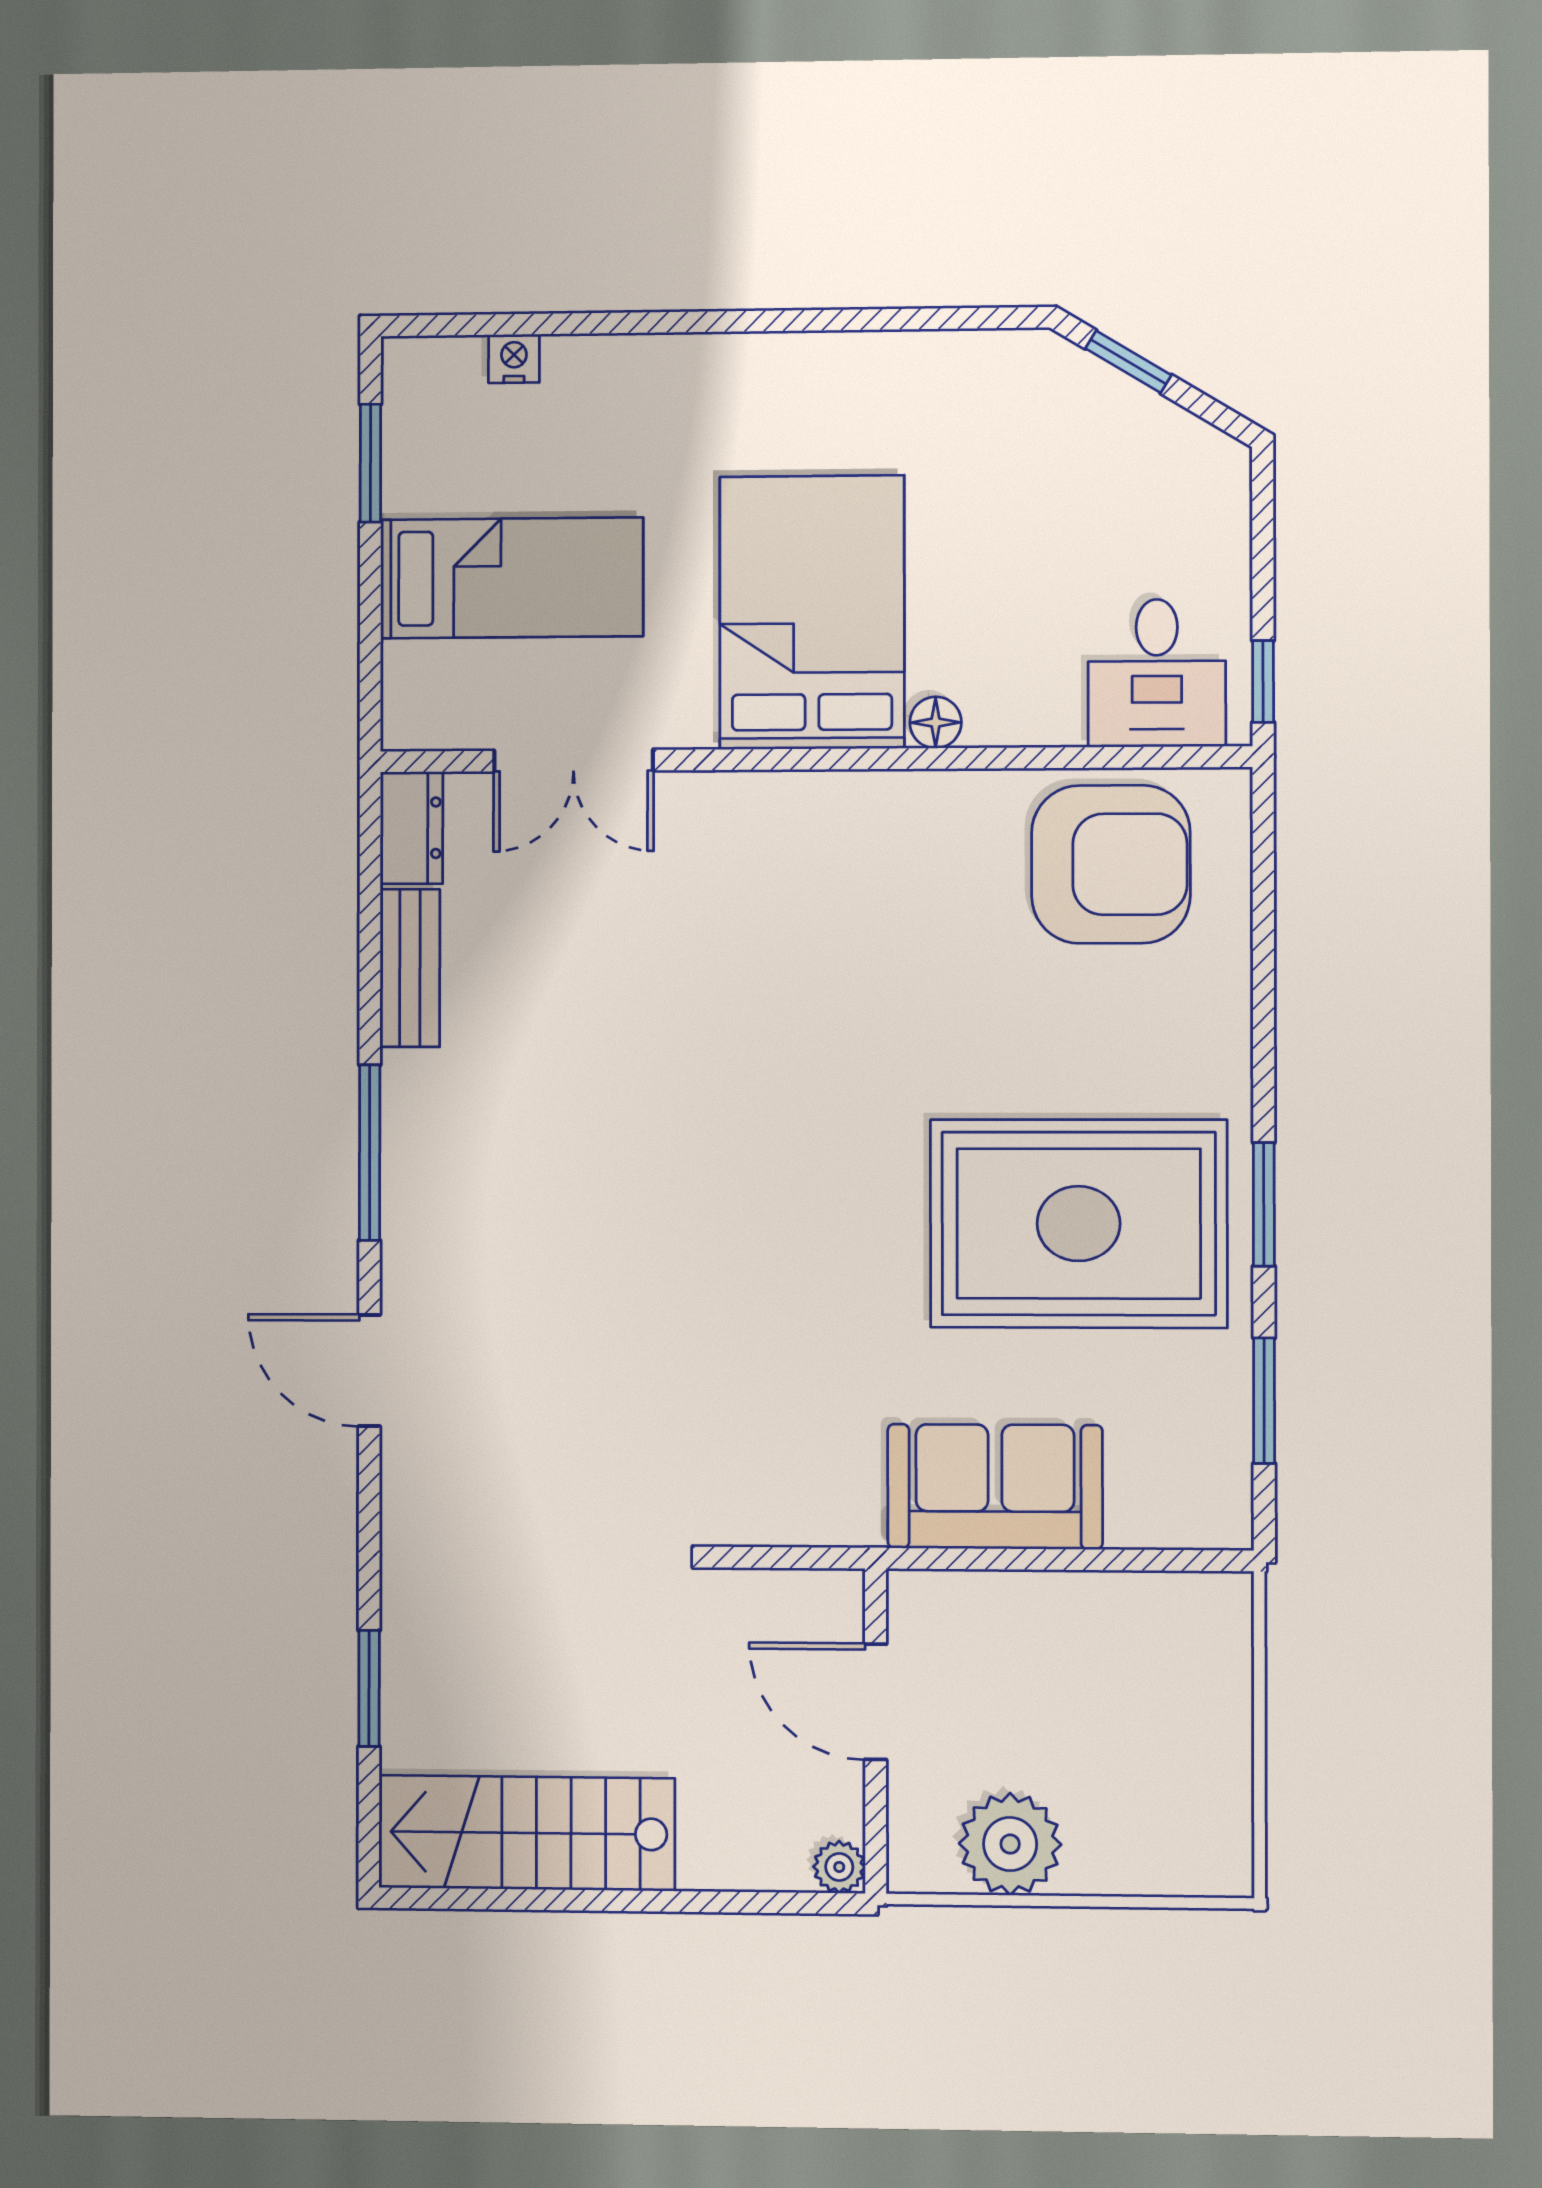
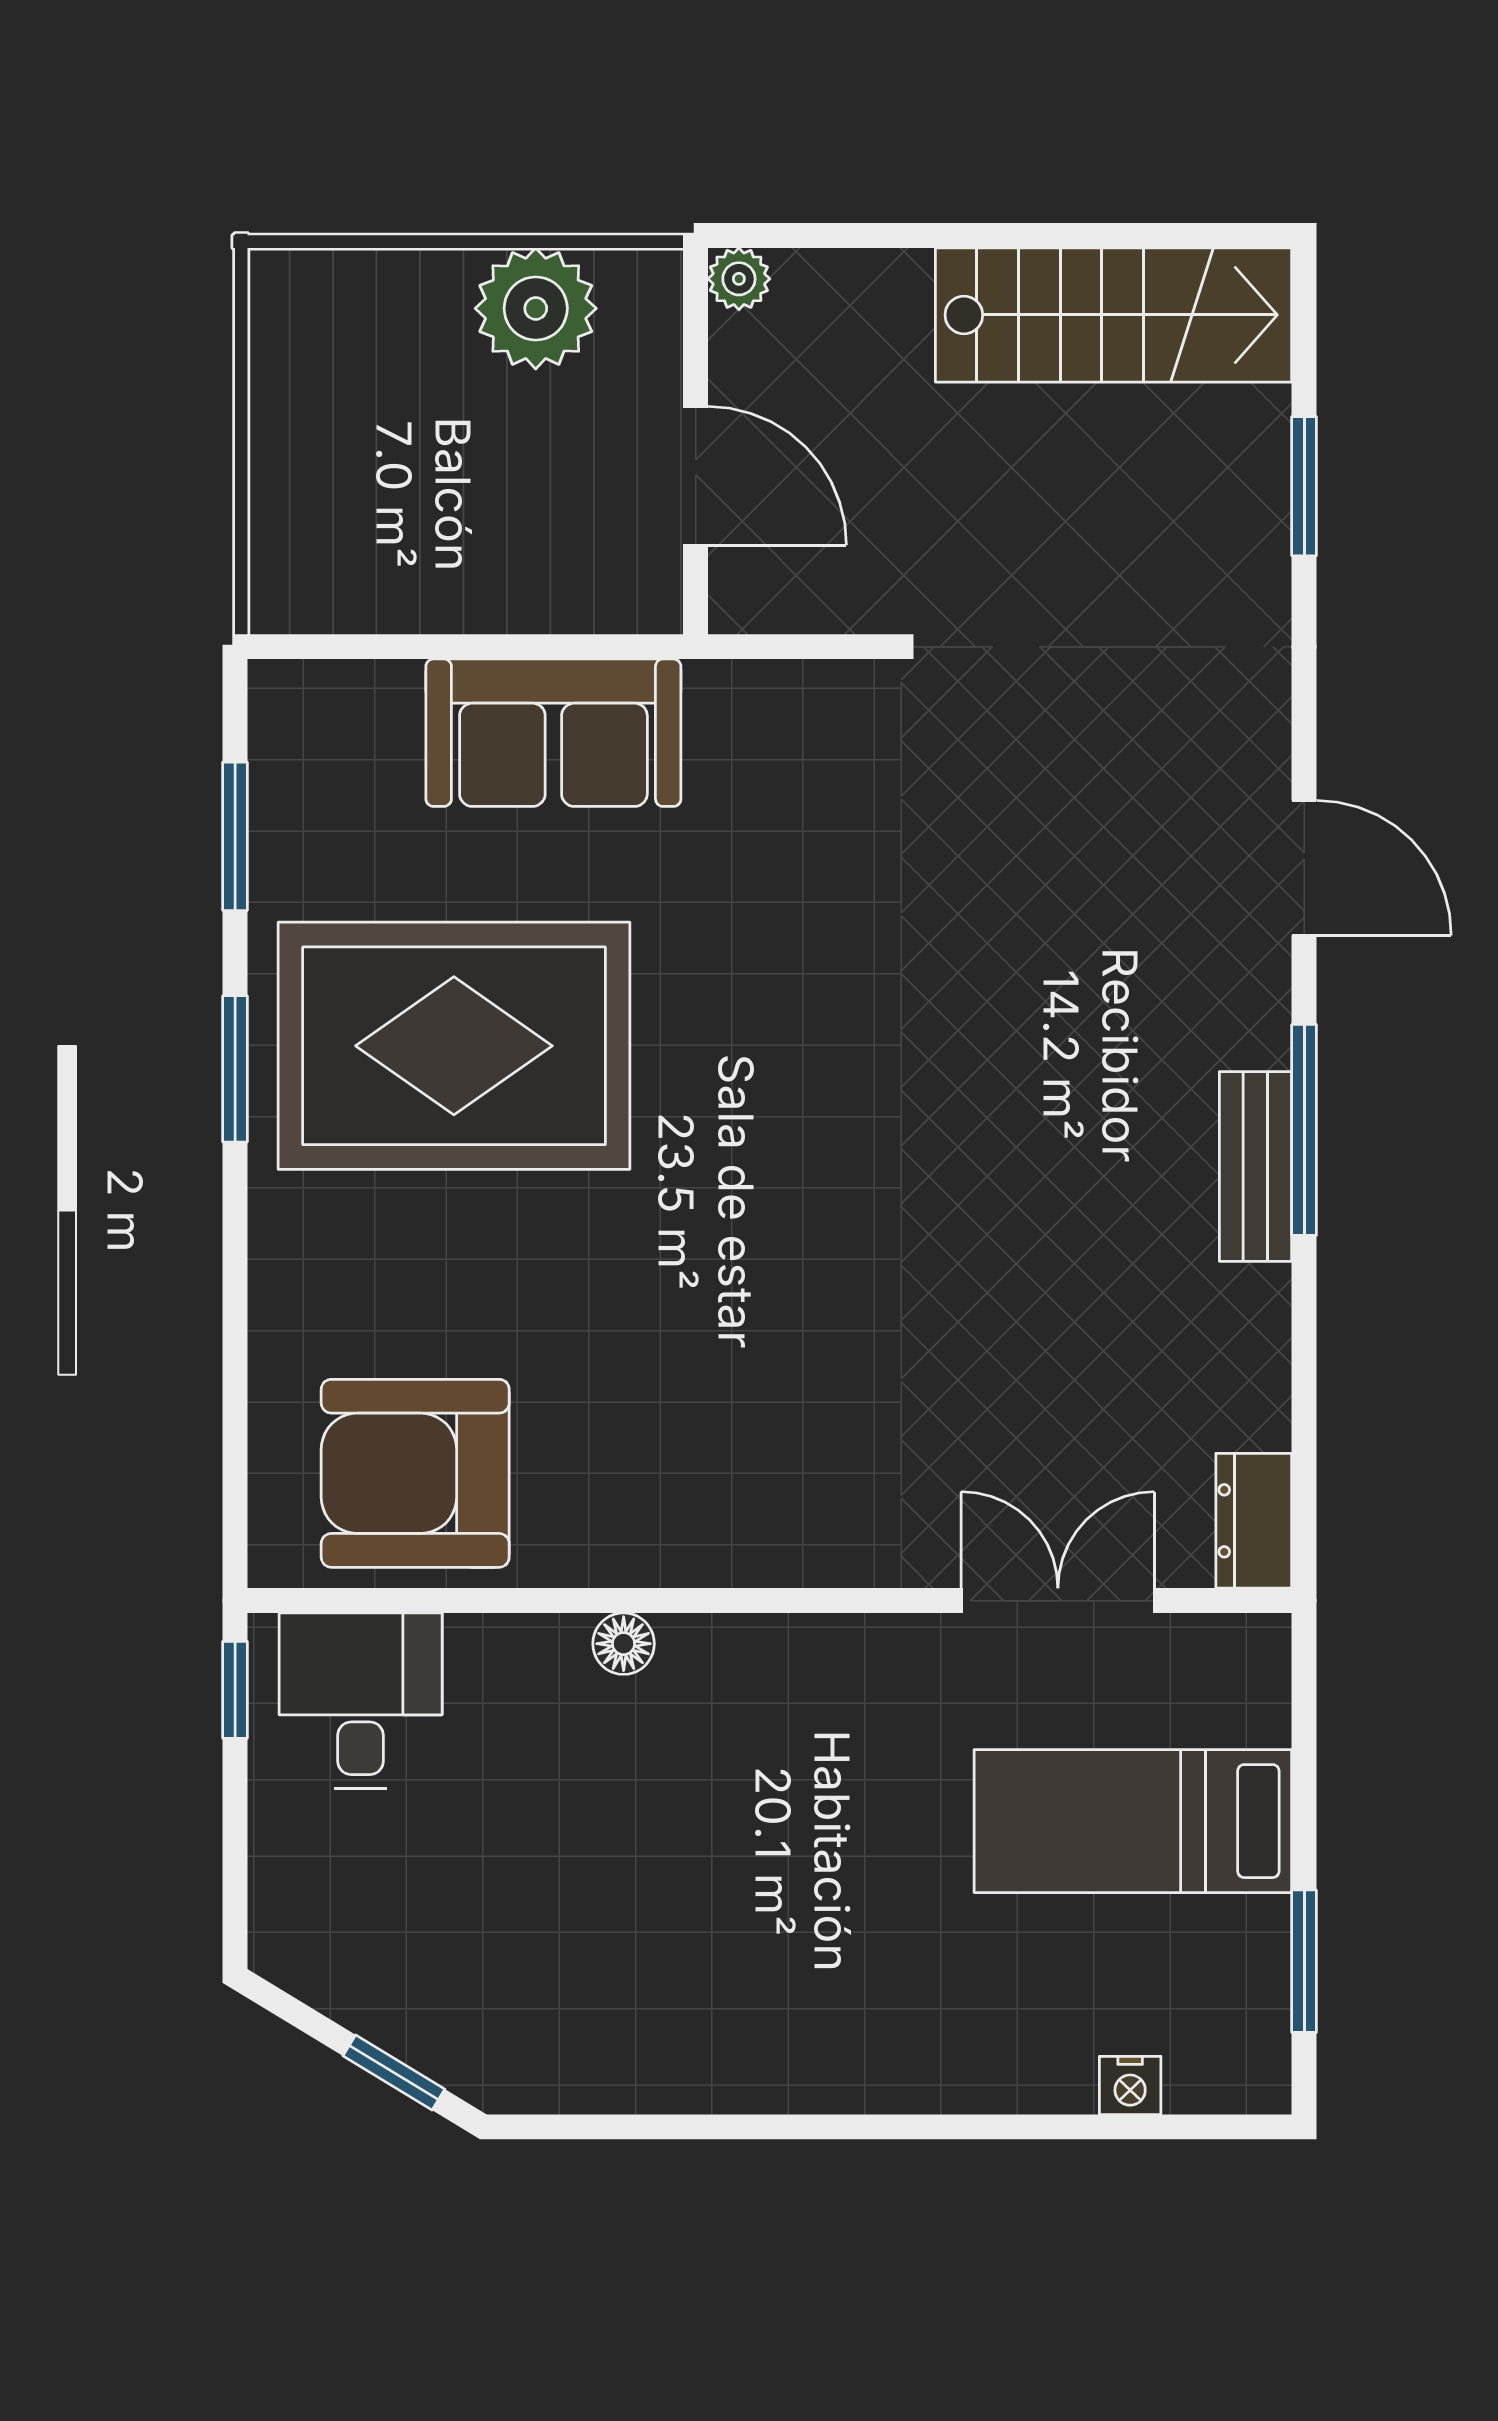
bed: (812, 612) -> (771, 1776), removed
bench: (410, 968) -> (1255, 1166), moved

